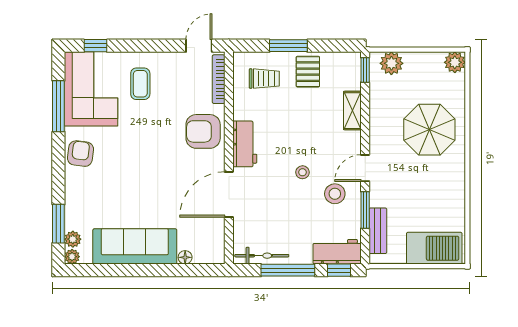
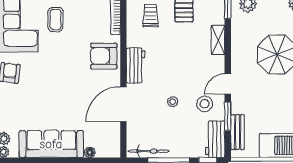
trolley: (264, 79) -> (151, 15), turned -90
stool: (303, 172) -> (173, 102), moved
workbench: (337, 252) -> (215, 139), moved, turned -90

